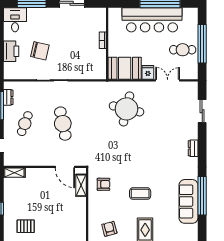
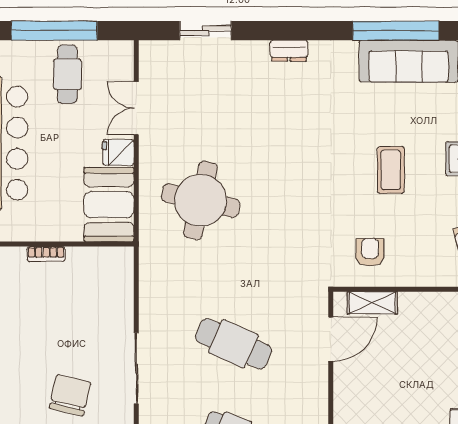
cafe table: (63, 124) -> (233, 344), turned 36

